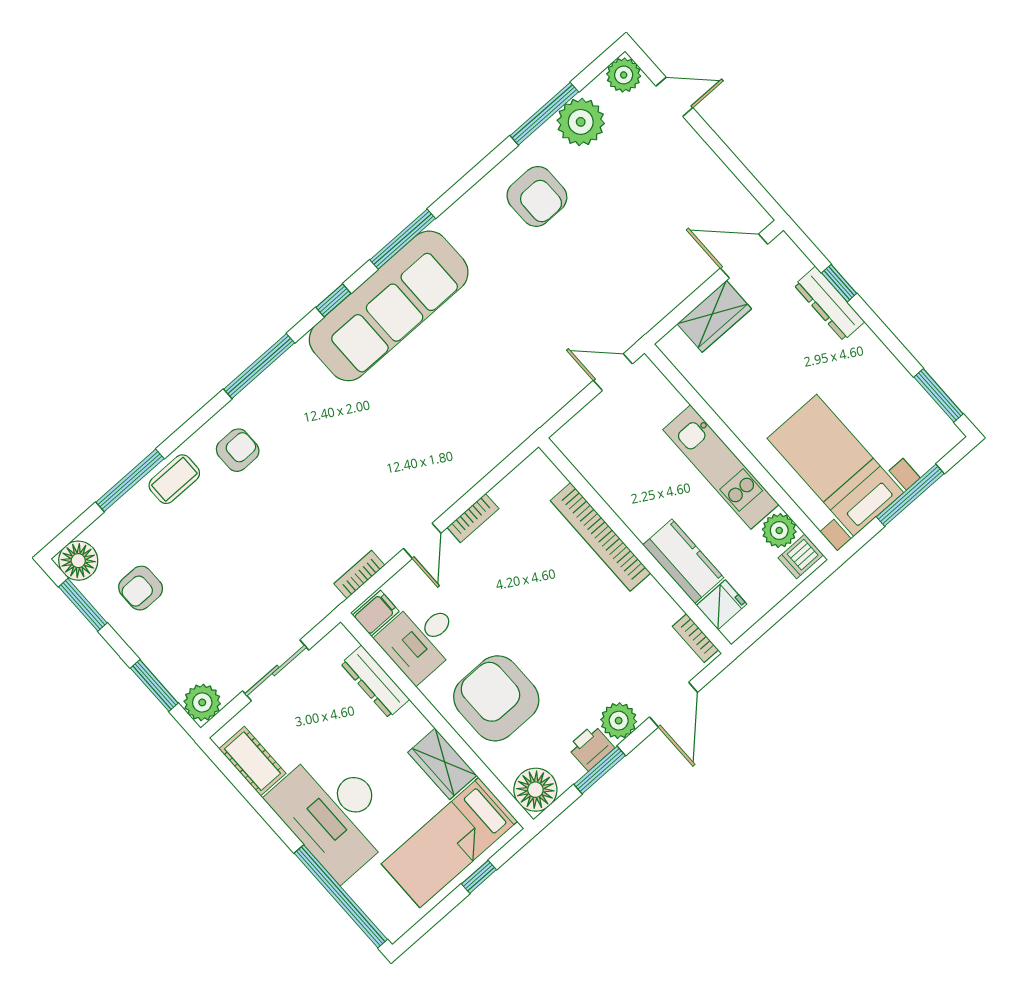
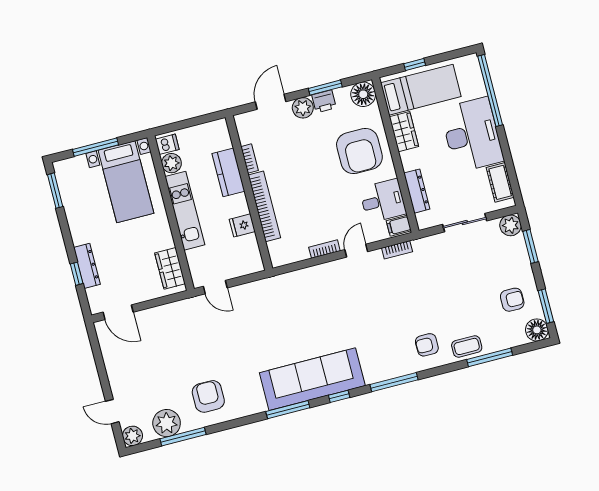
wardrobe: (714, 316) -> (170, 268), moved, turned -90
fridge: (722, 605) -> (242, 225), moved
bookcase: (695, 638) -> (250, 159), moved

